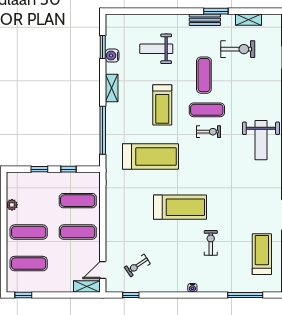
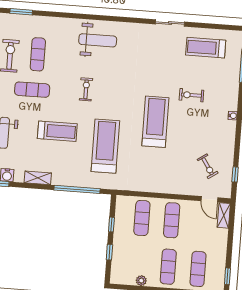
exercise mat: (207, 110) -> (38, 54), moved

